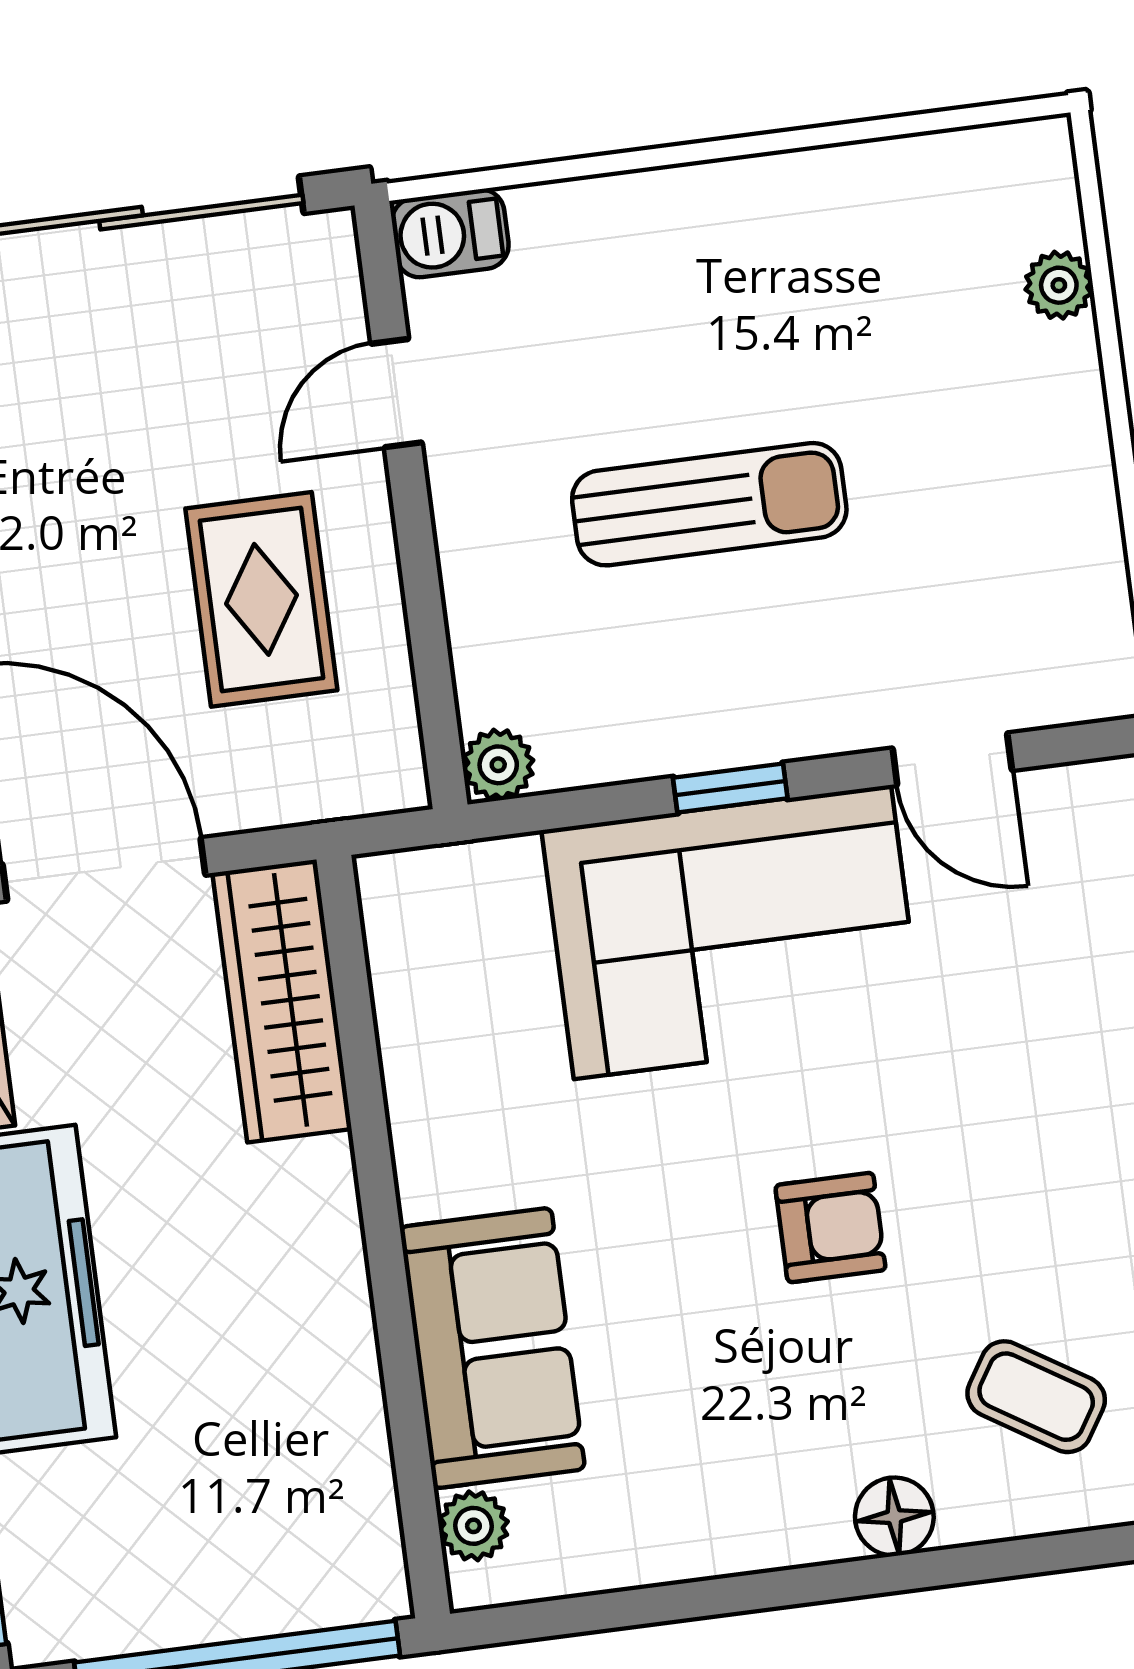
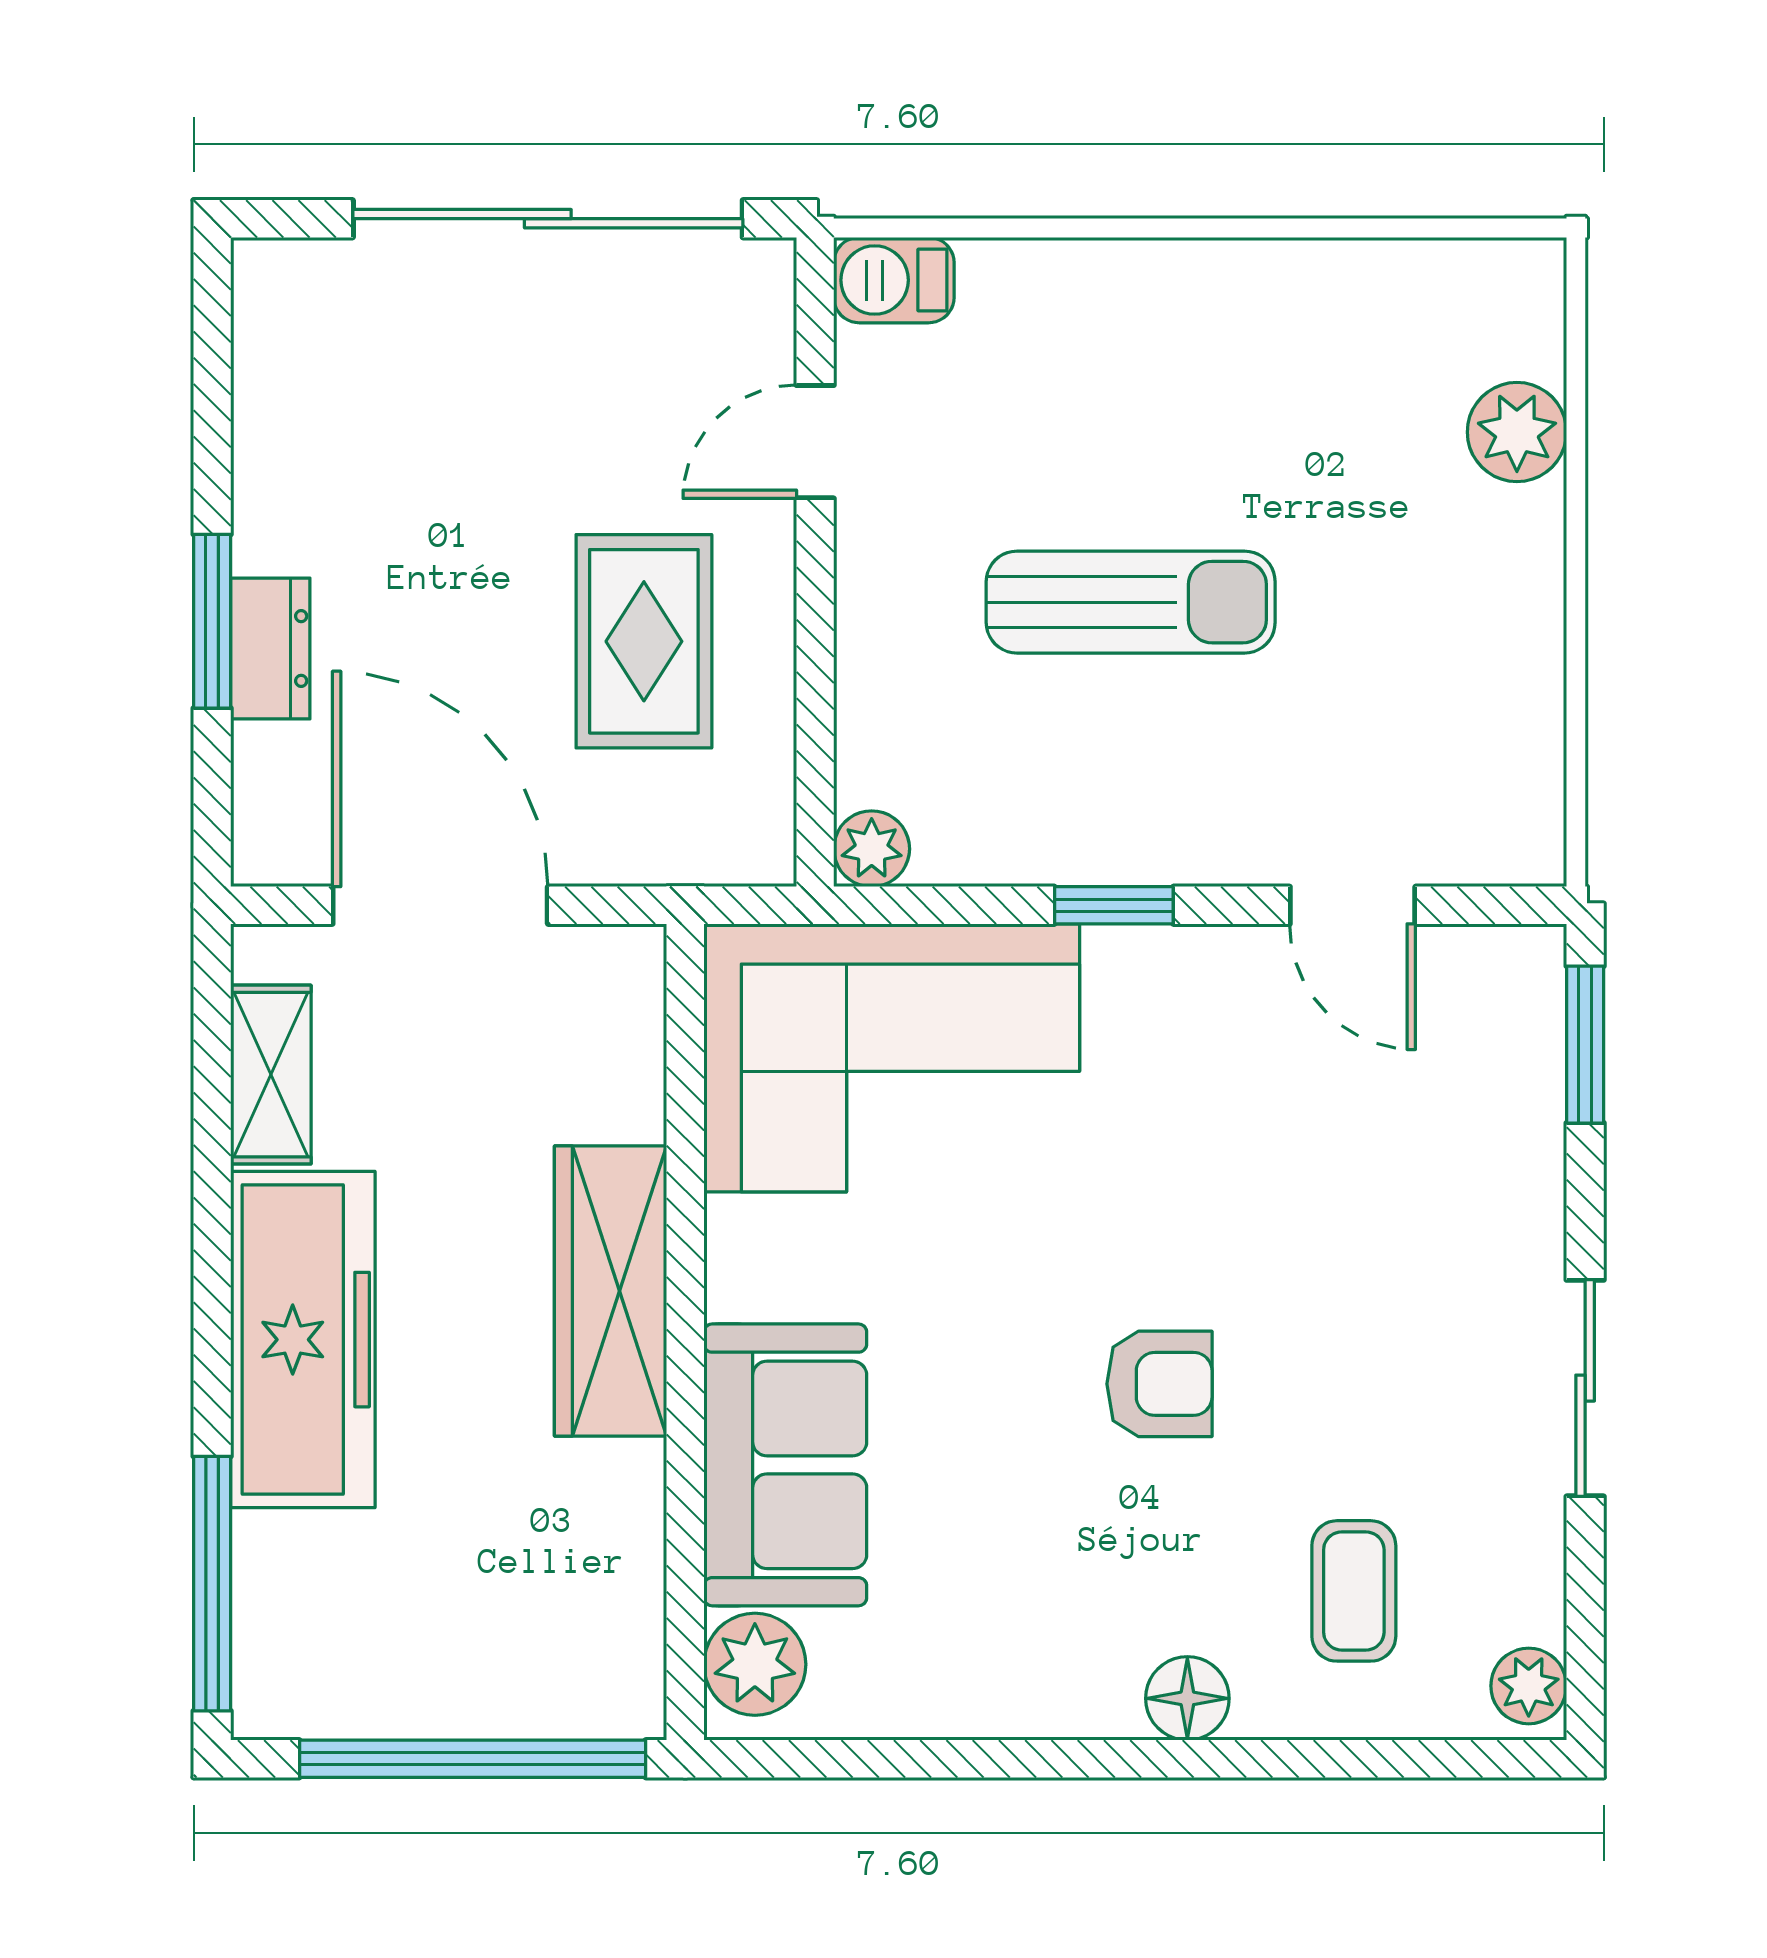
plant: (1059, 285) -> (1517, 432), width x1.38, depth x1.38
corner sofa: (732, 932) -> (892, 1058), moved
wardrobe: (282, 1001) -> (611, 1291), moved
coffee table: (1036, 1397) -> (1354, 1591), turned 58
plant: (473, 1526) -> (755, 1664), width x1.38, depth x1.38

